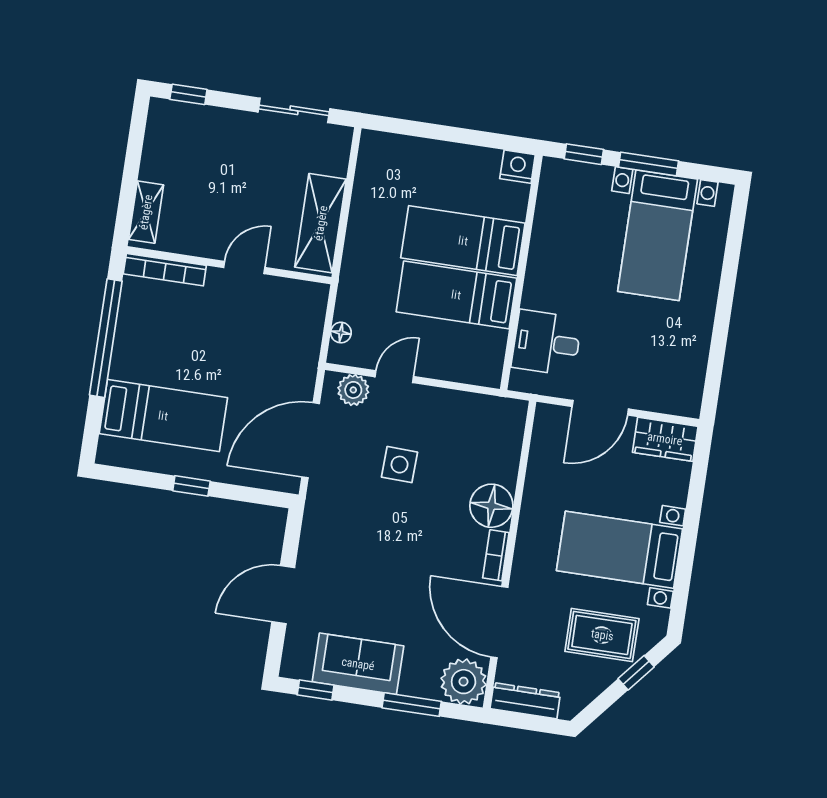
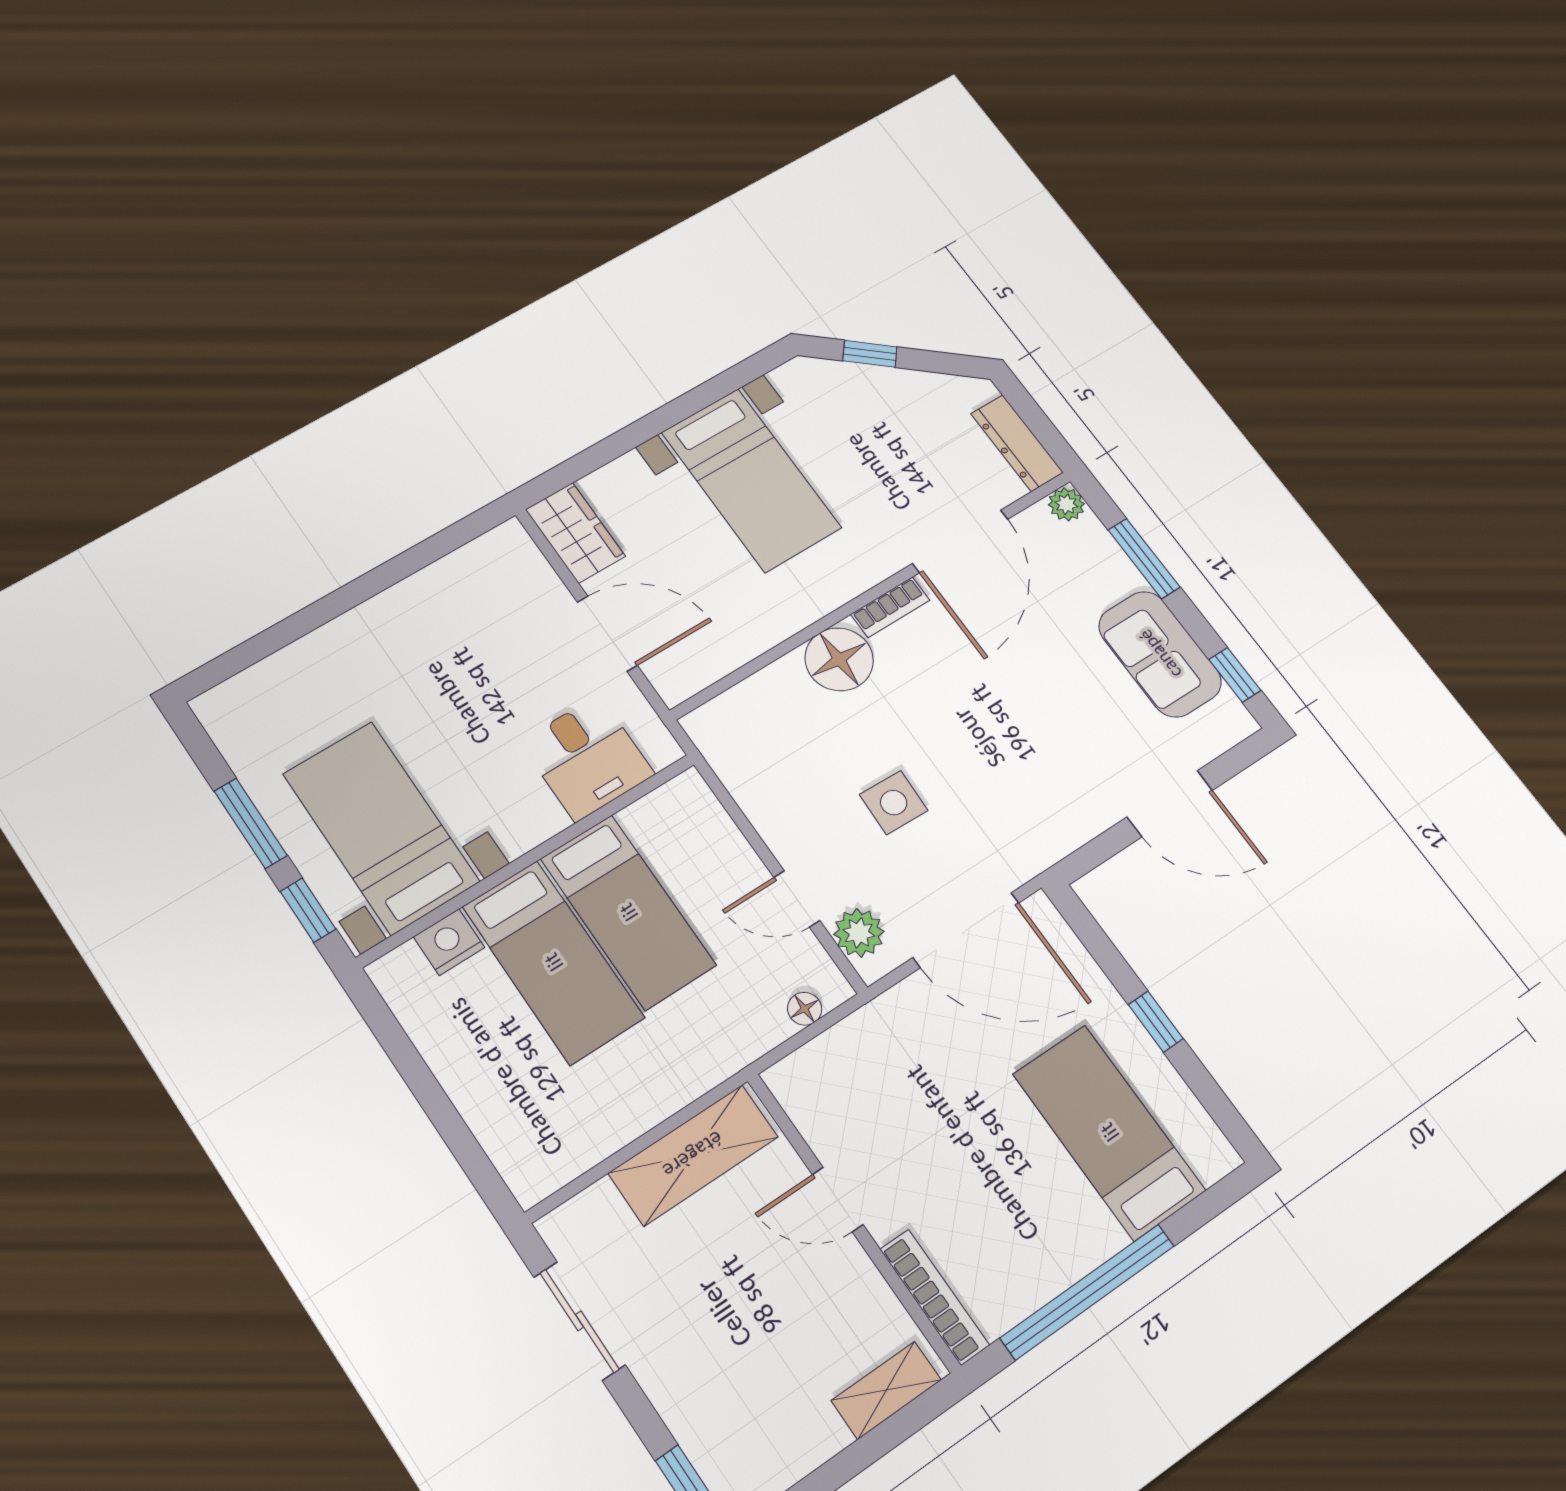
nightstand: (518, 167) -> (449, 942), moved, turned 90
bed with nightstands: (658, 235) -> (381, 828), moved, turned -90
rug: (602, 635) -> (865, 422), removed
plant: (464, 682) -> (1066, 504), width x0.53, depth x0.53

